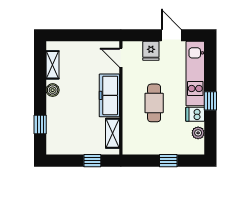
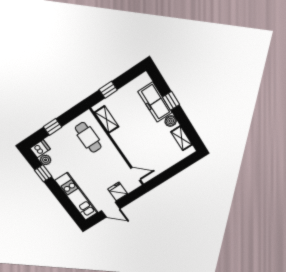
freezer: (109, 95) -> (155, 102), moved, turned 180
window: (210, 101) -> (43, 173), moved
cafe table: (154, 103) -> (88, 137), moved
dishwasher: (195, 114) -> (40, 149), moved
window: (40, 125) -> (171, 101), moved

